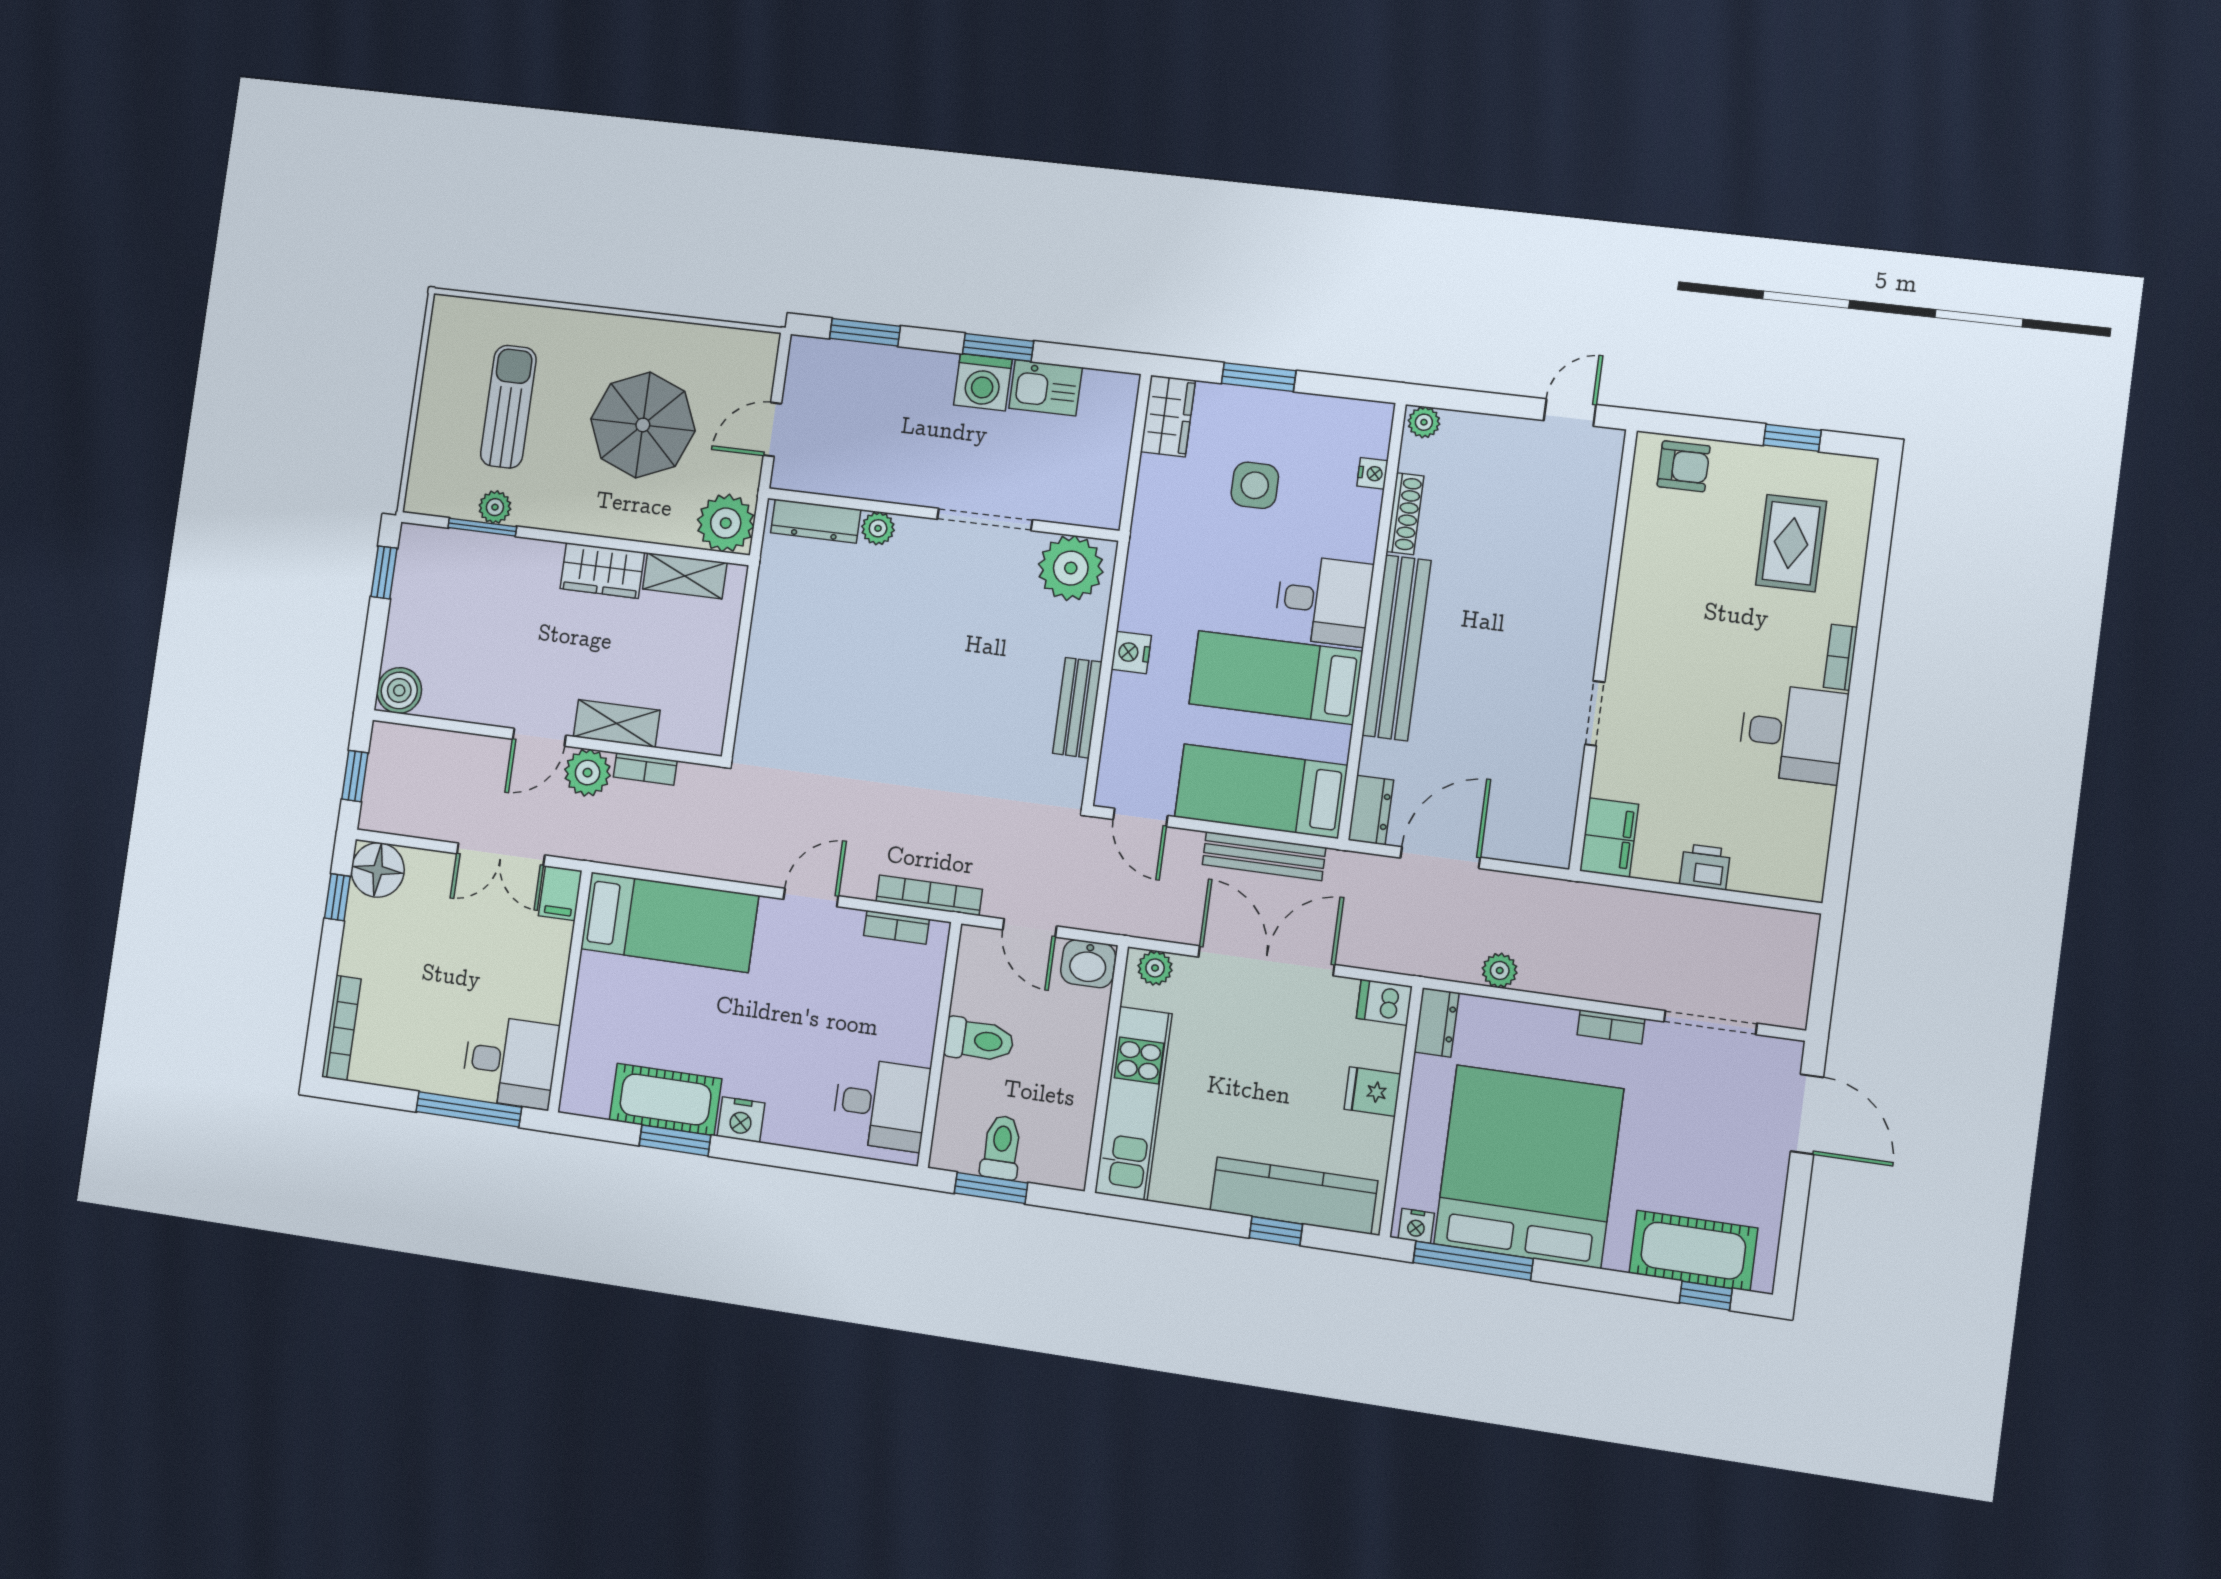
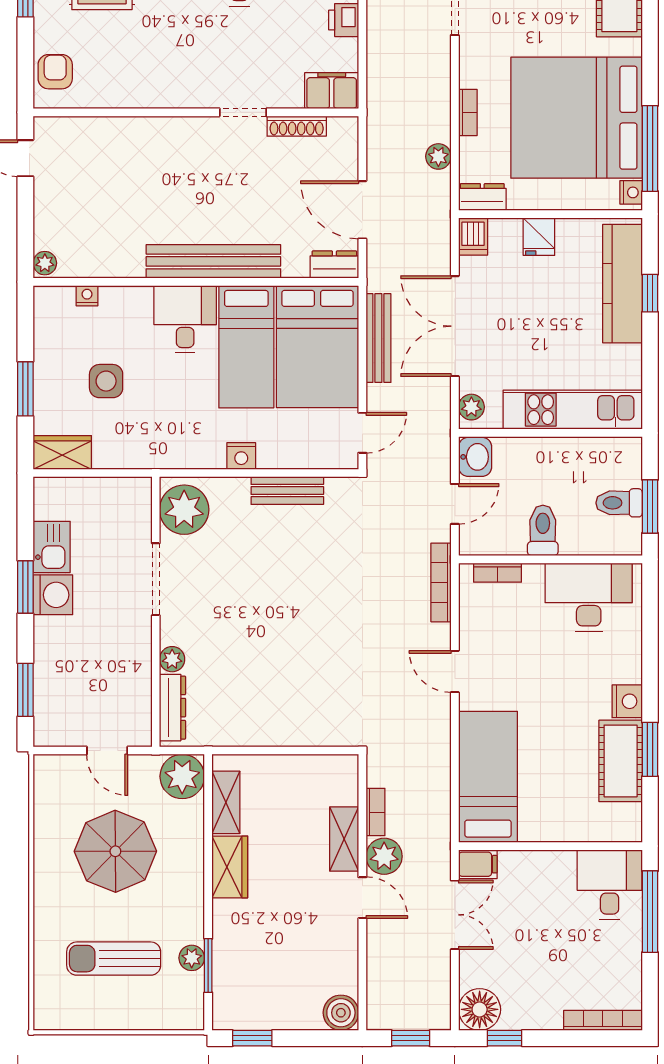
shoe rack: (1405, 514) -> (297, 126), moved, turned 180
bed: (1261, 791) -> (317, 347), width x1.50
bookcase: (896, 927) -> (497, 573), moved, turned 90
bookcase: (1611, 1027) -> (468, 112), moved
desk: (881, 1104) -> (589, 597), width x1.37

